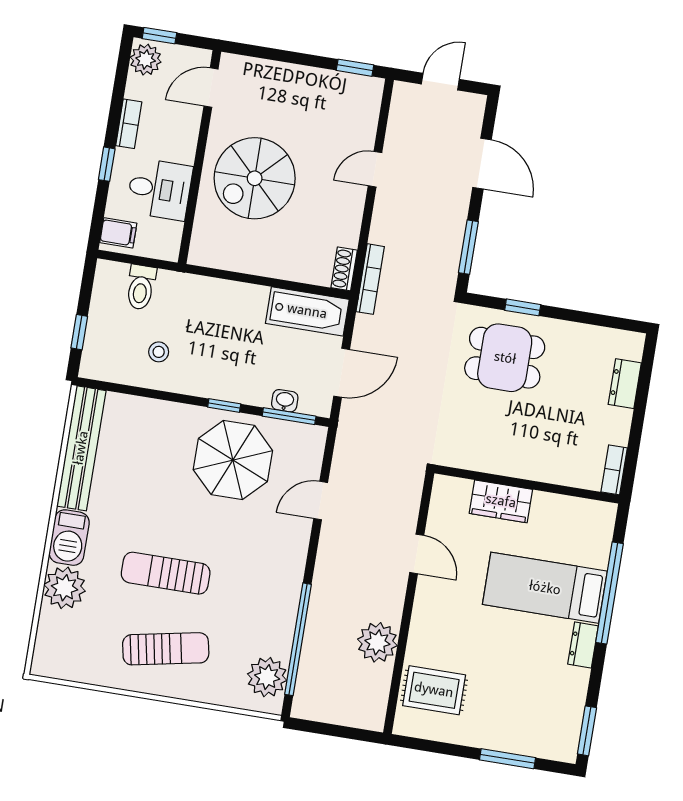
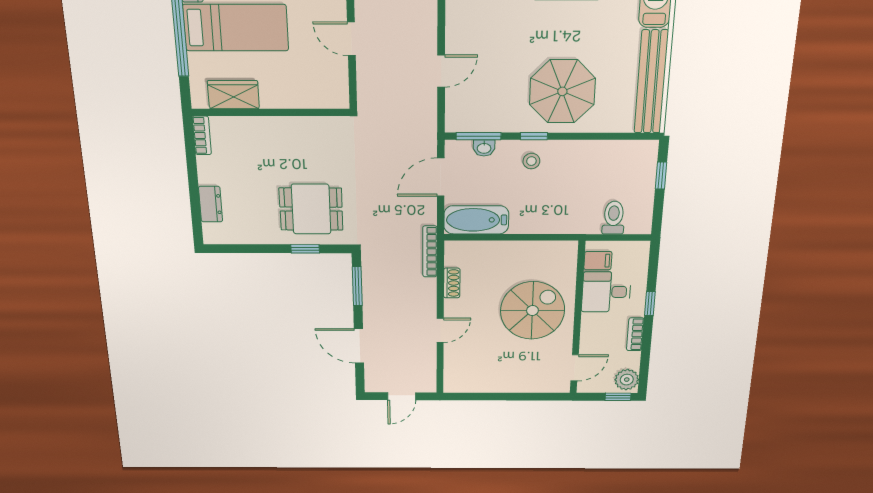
window: (355, 68) -> (467, 396), removed
filing cabinet: (118, 233) -> (598, 261), moved, turned 180
shoe rack: (344, 269) -> (452, 283), moved
stool: (159, 352) -> (531, 161), moved
parasol: (233, 460) -> (562, 91), moved
wardrobe: (501, 501) -> (233, 95), moved

